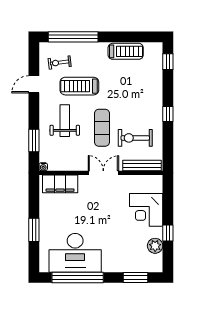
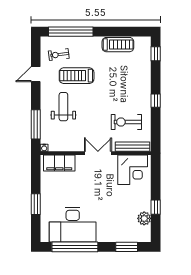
exercise mat: (102, 128) -> (97, 113), removed
window: (34, 140) -> (36, 124), width x1.44
corner desk: (146, 210) -> (133, 170), moved, turned -90

